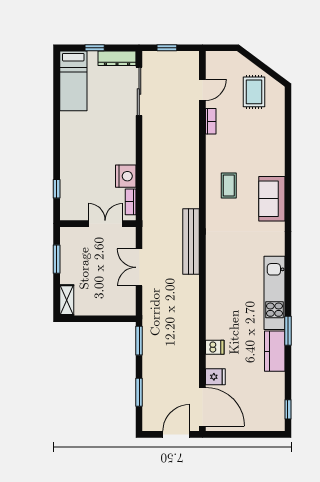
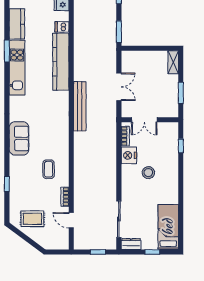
dresser: (117, 58) -> (131, 244), width x0.70
door: (202, 90) -> (71, 220), hinge flipped
rug: (254, 92) -> (32, 219), turned 90
window: (288, 138) -> (7, 184), added
stool: (100, 153) -> (148, 173), added
coffee table: (229, 186) -> (49, 169), moved
kitchen counter: (216, 301) -> (61, 62), added
window: (288, 331) -> (7, 51), moved

